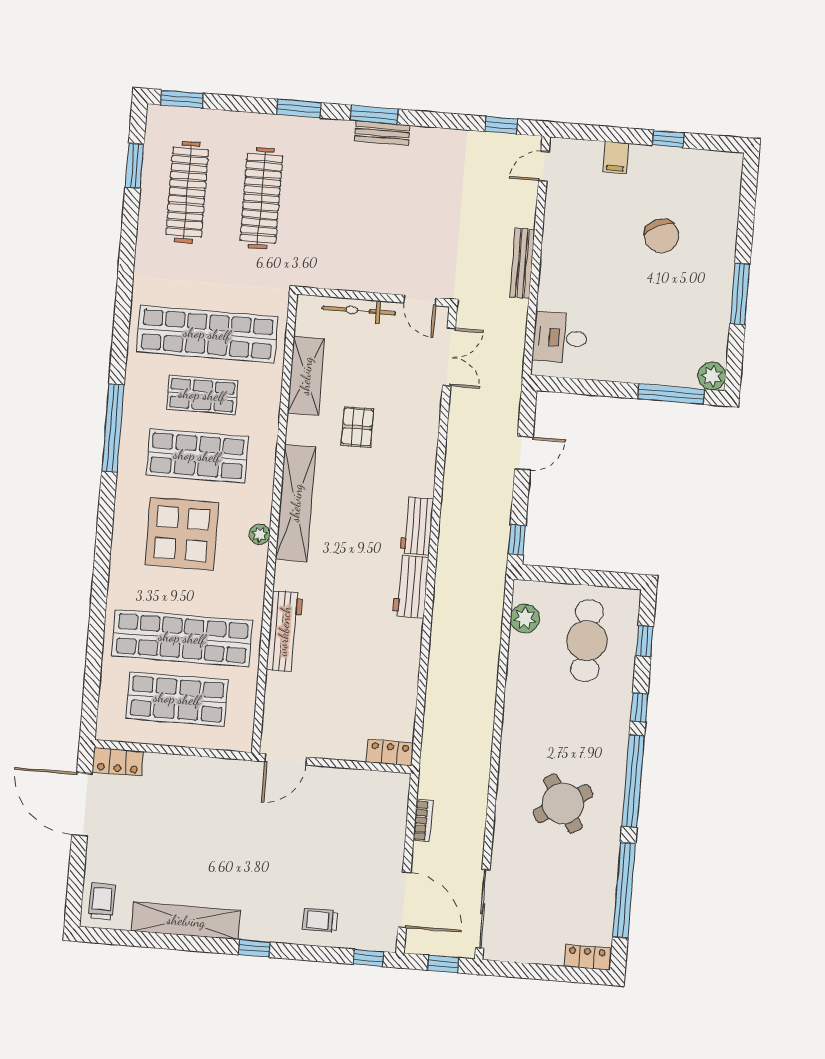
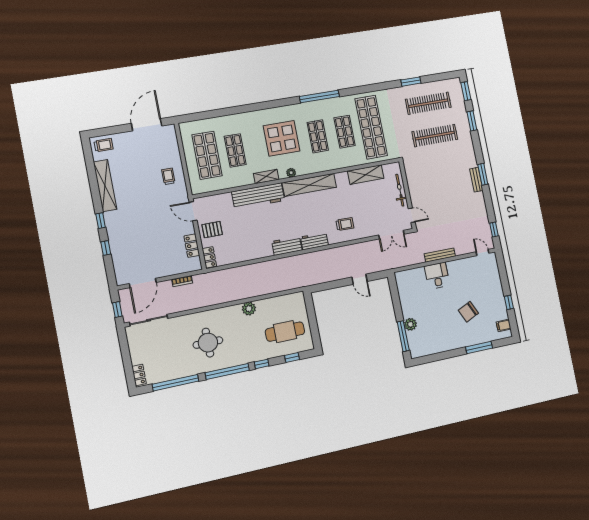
window: (299, 109) -> (472, 121), moved
filing cabinet: (616, 158) -> (504, 325), moved
window: (134, 166) -> (411, 82), moved
window: (740, 294) -> (479, 348), moved
door: (420, 300) -> (412, 215), swing flipped
desk: (560, 338) -> (437, 276), moved
plant: (712, 376) -> (410, 324), moved
pallet: (357, 427) -> (212, 230), moved
trolley: (399, 451) -> (345, 224), added
shop shelf: (197, 456) -> (318, 136), width x0.70, depth x0.74
window: (517, 540) -> (321, 287), removed
shelving: (254, 589) -> (266, 176), added
plant: (525, 618) -> (249, 309), moved
workbench: (284, 631) -> (258, 196), width x1.36, depth x1.32
shop shelf: (182, 638) -> (235, 150), width x0.50, depth x0.74
locker: (118, 762) -> (192, 246), moved
round table: (563, 804) -> (208, 343), turned 31
trolley: (320, 920) -> (168, 176), moved
window: (368, 958) -> (106, 248), moved

